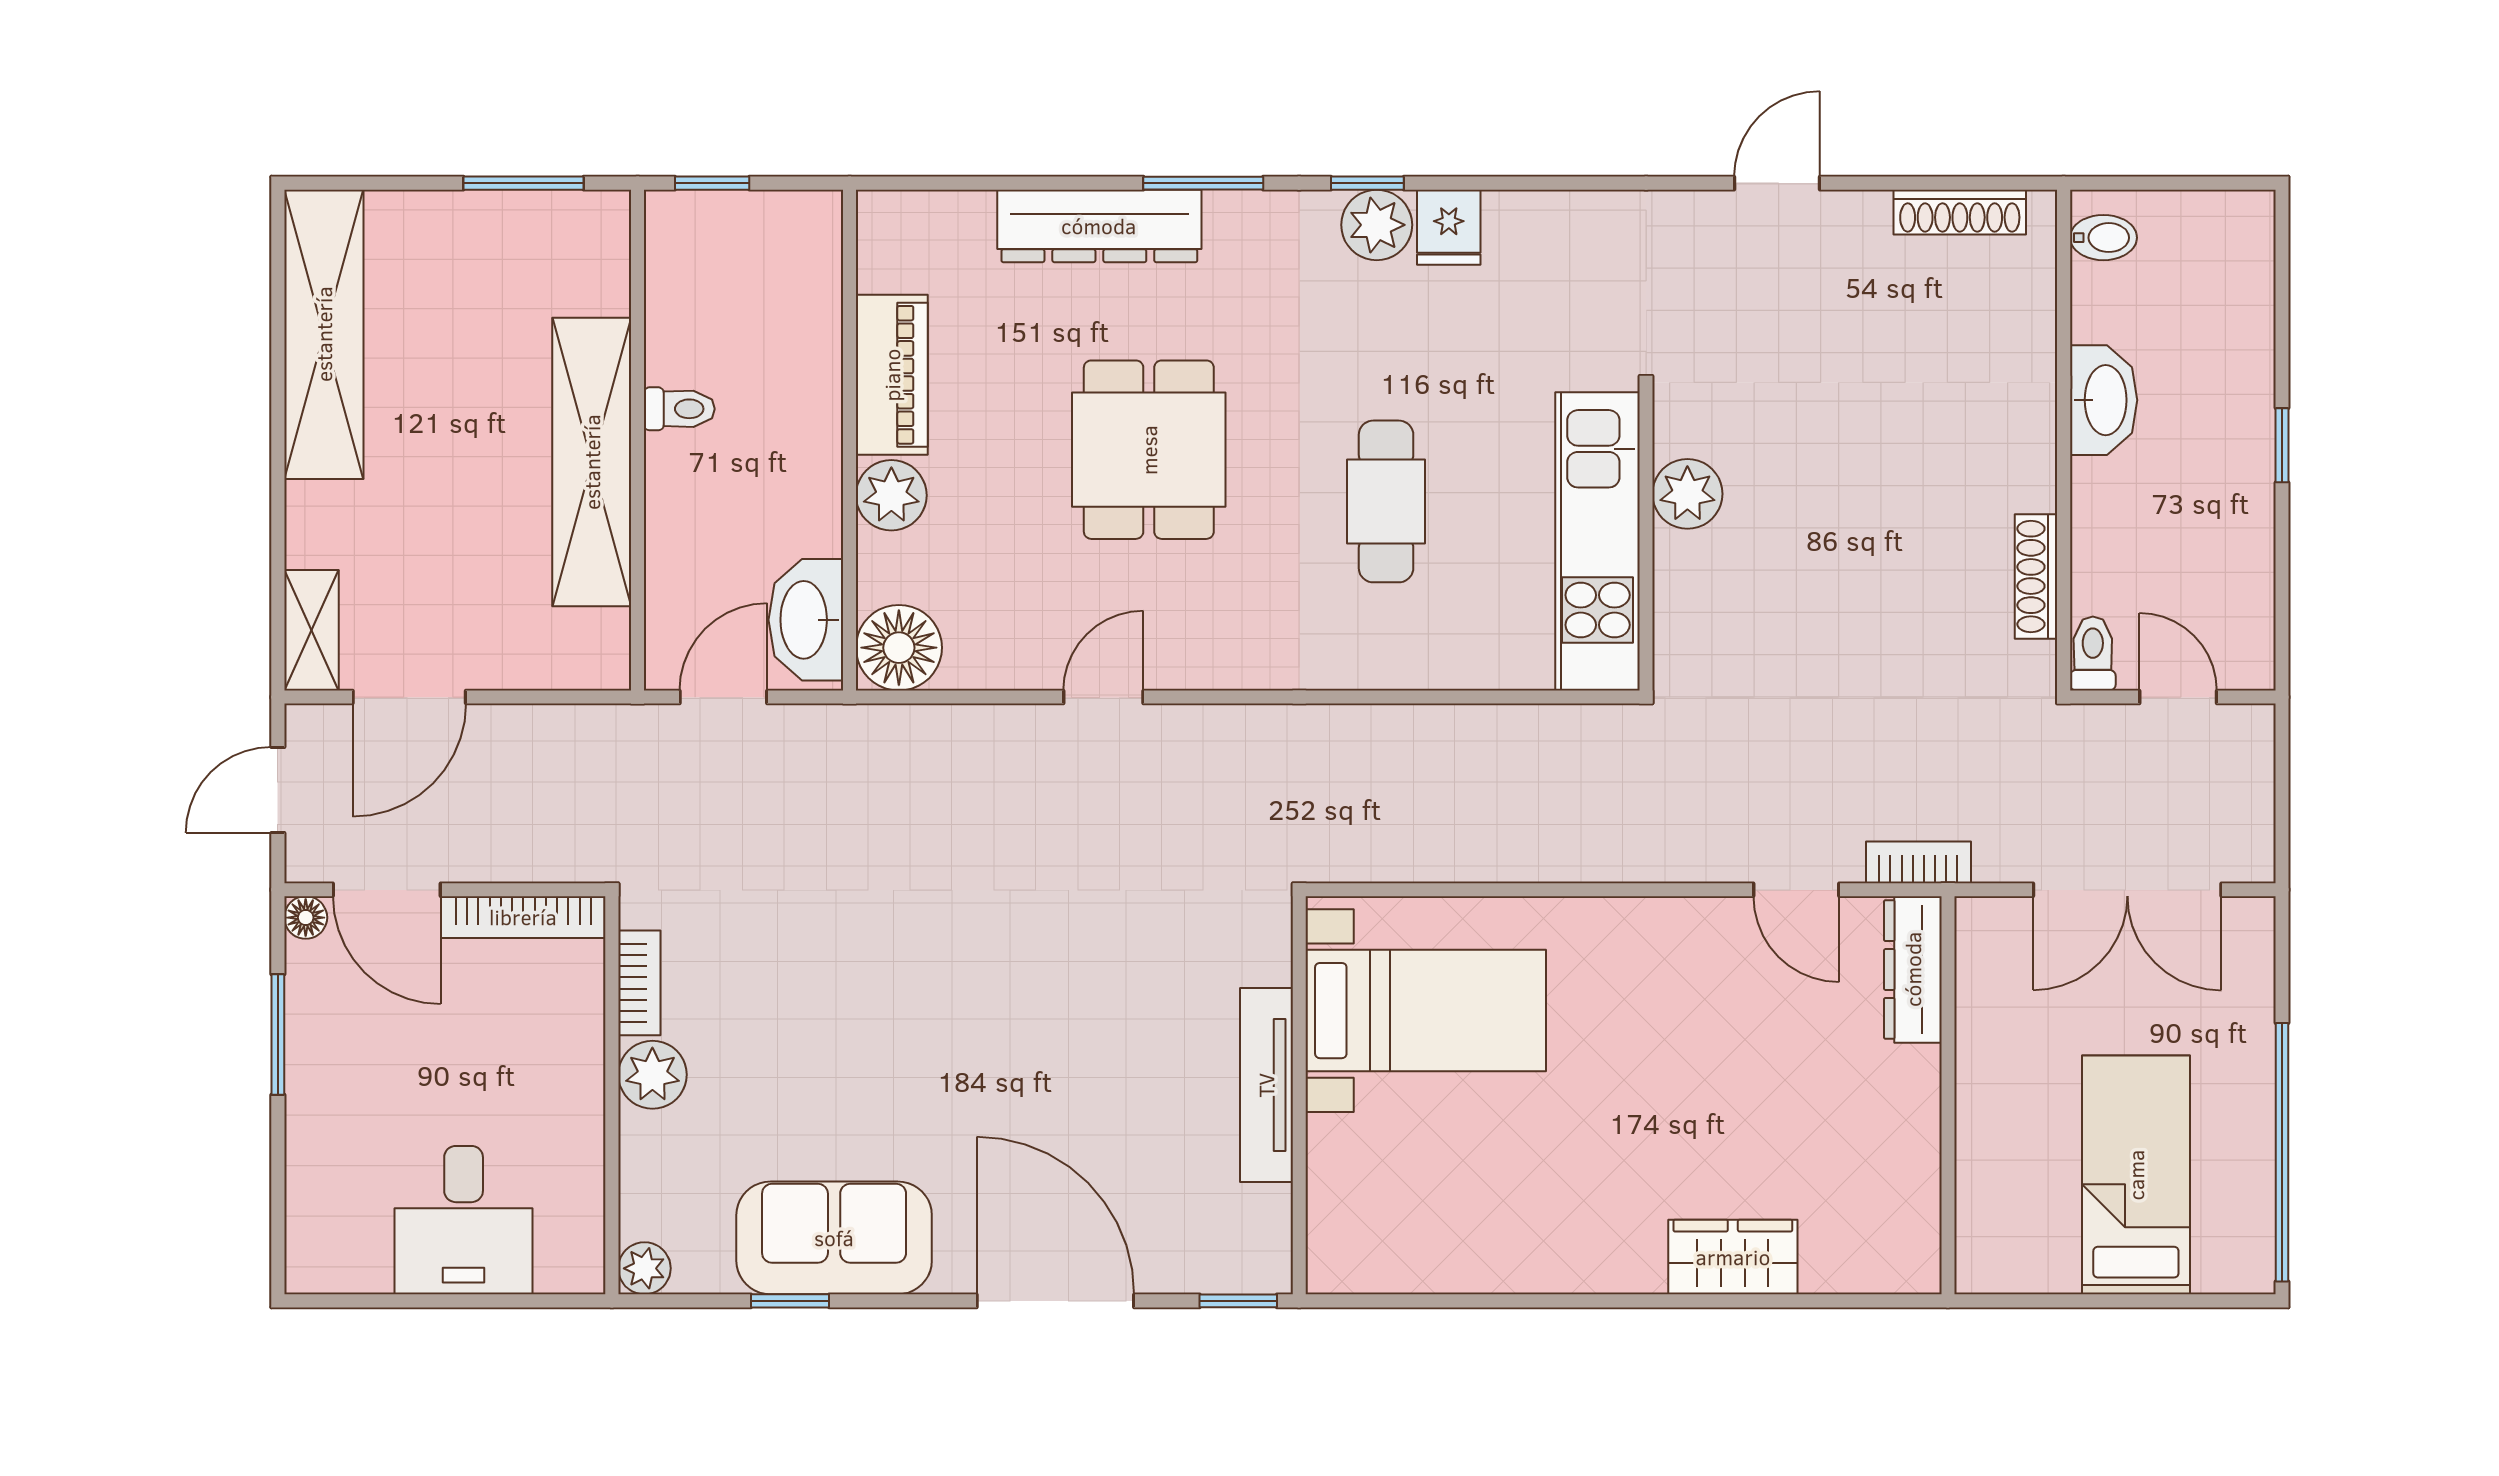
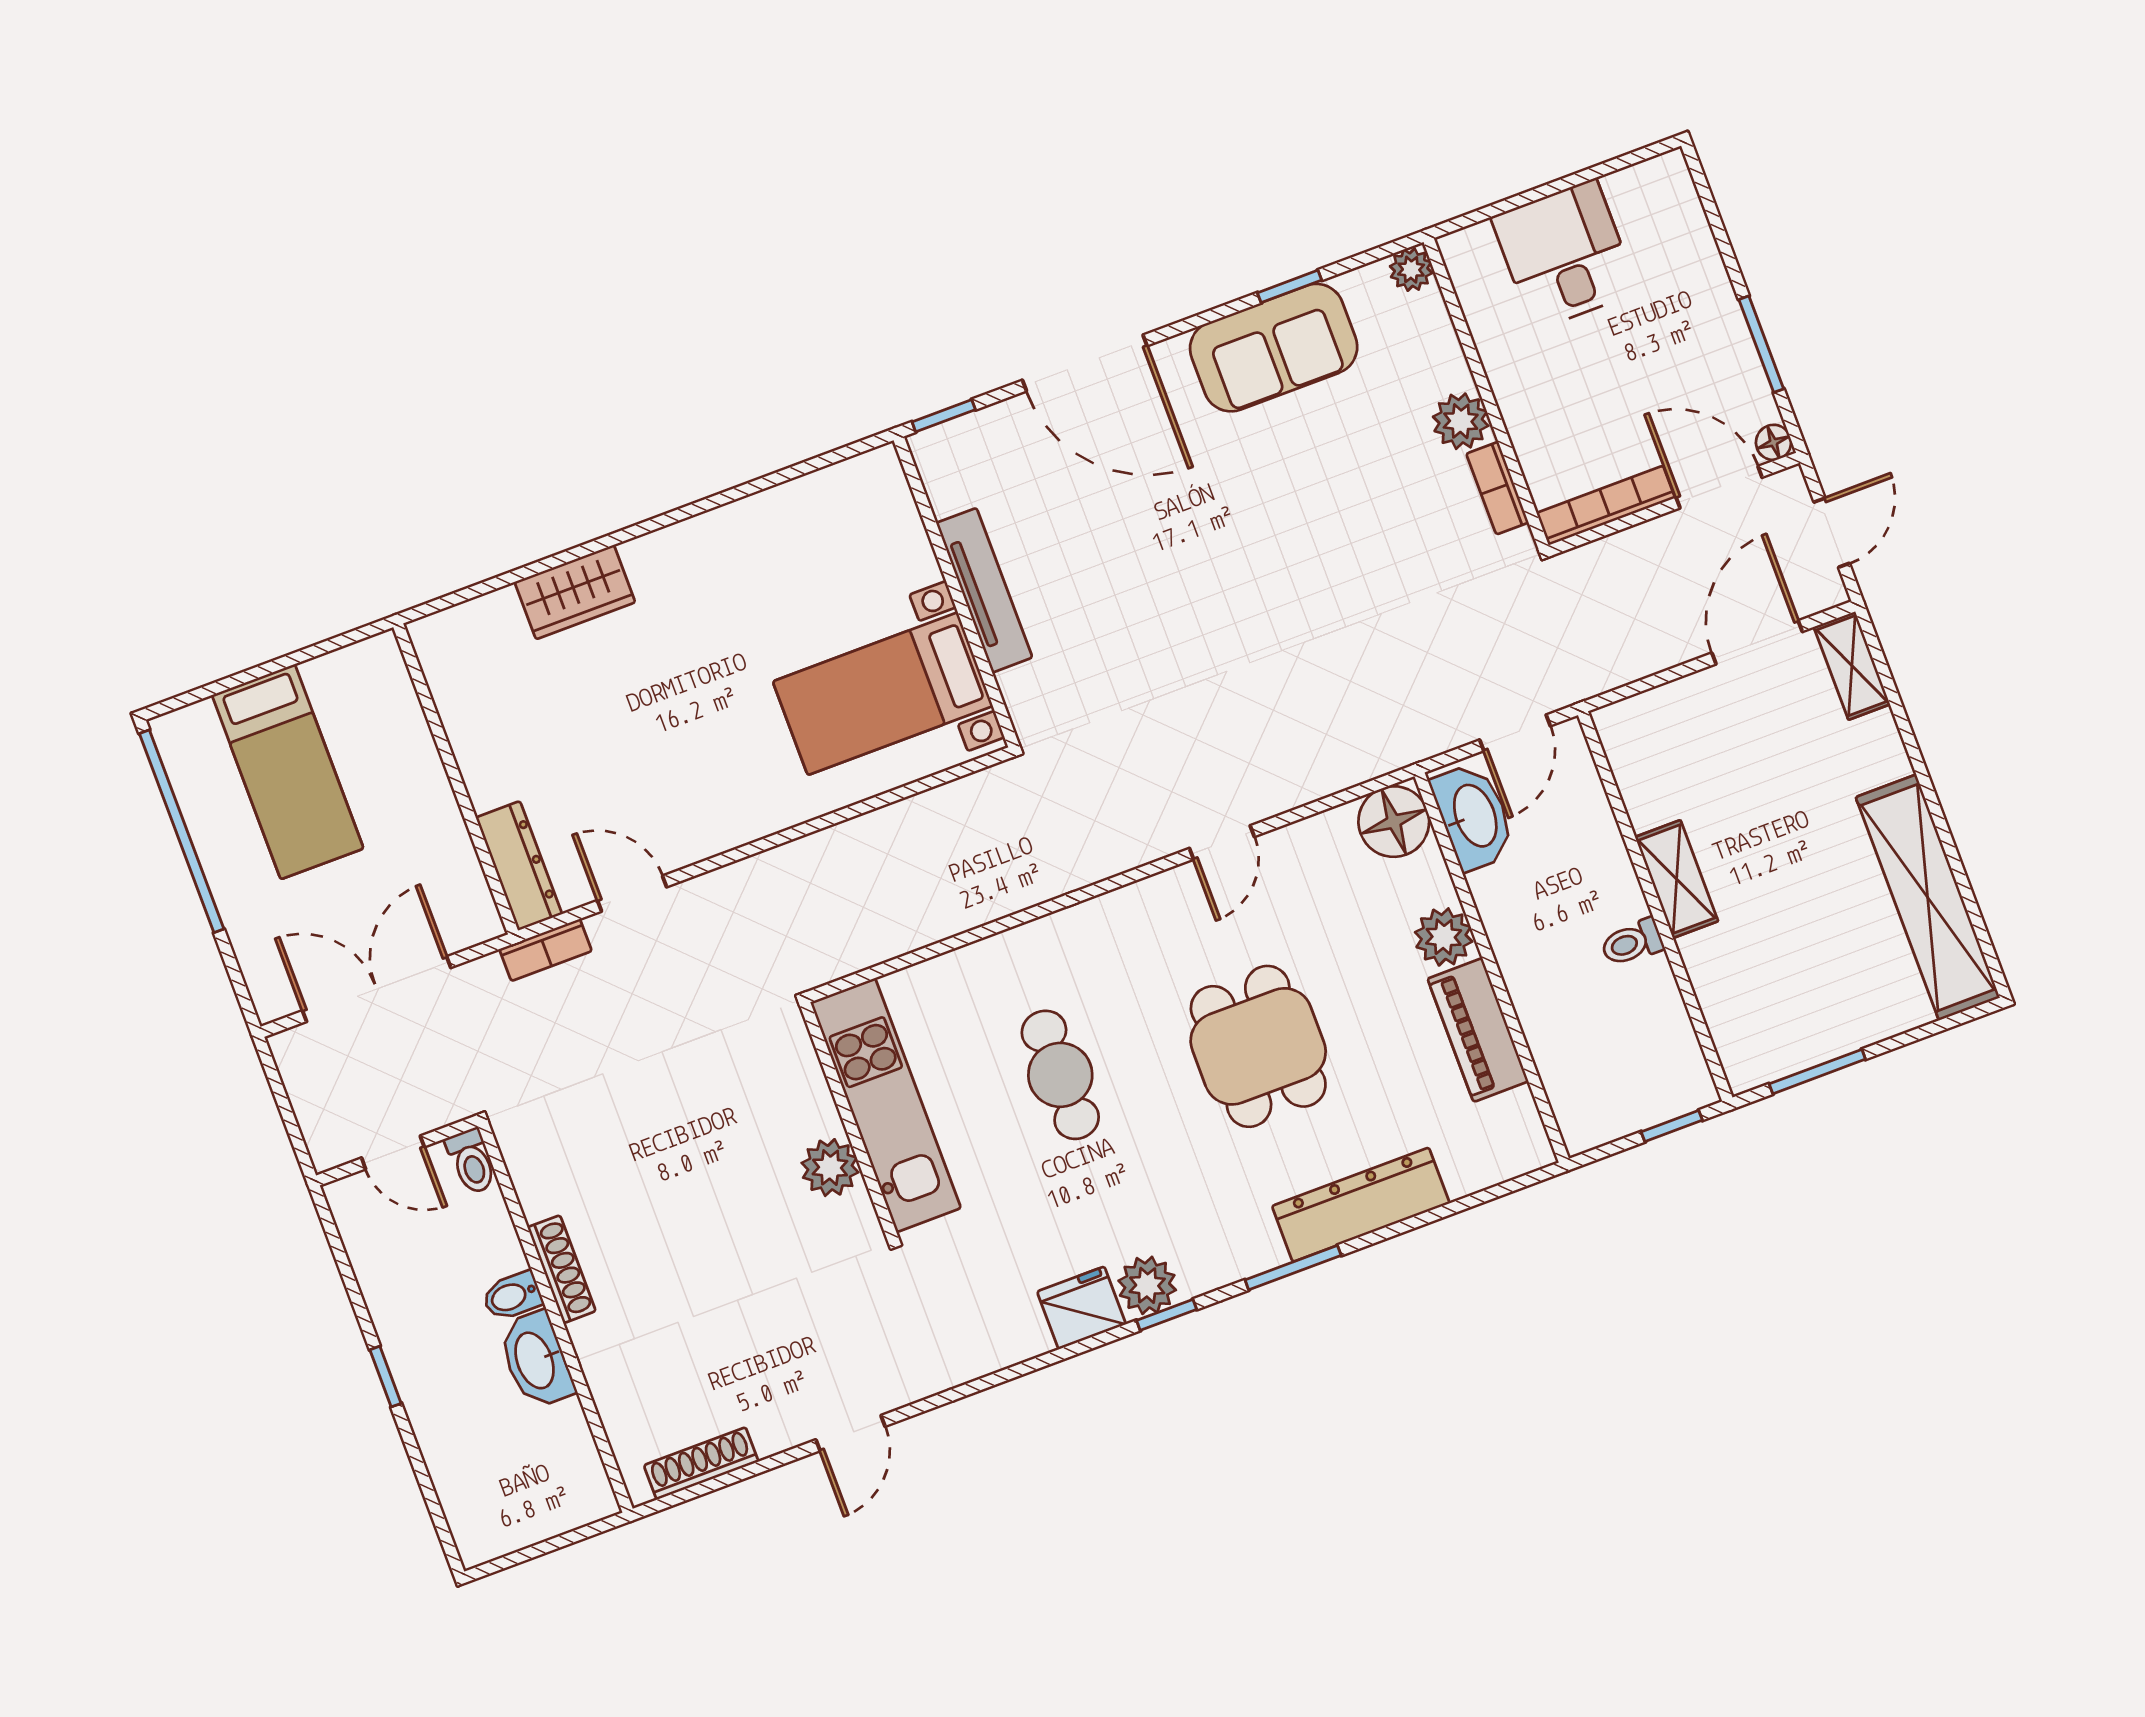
fridge: (1449, 227) -> (1082, 1308), width x1.38
bidet: (2103, 238) -> (512, 1296), moved
shelving: (592, 462) -> (1677, 879), width x0.45, depth x0.75
shoe rack: (2036, 576) -> (562, 1269), moved

